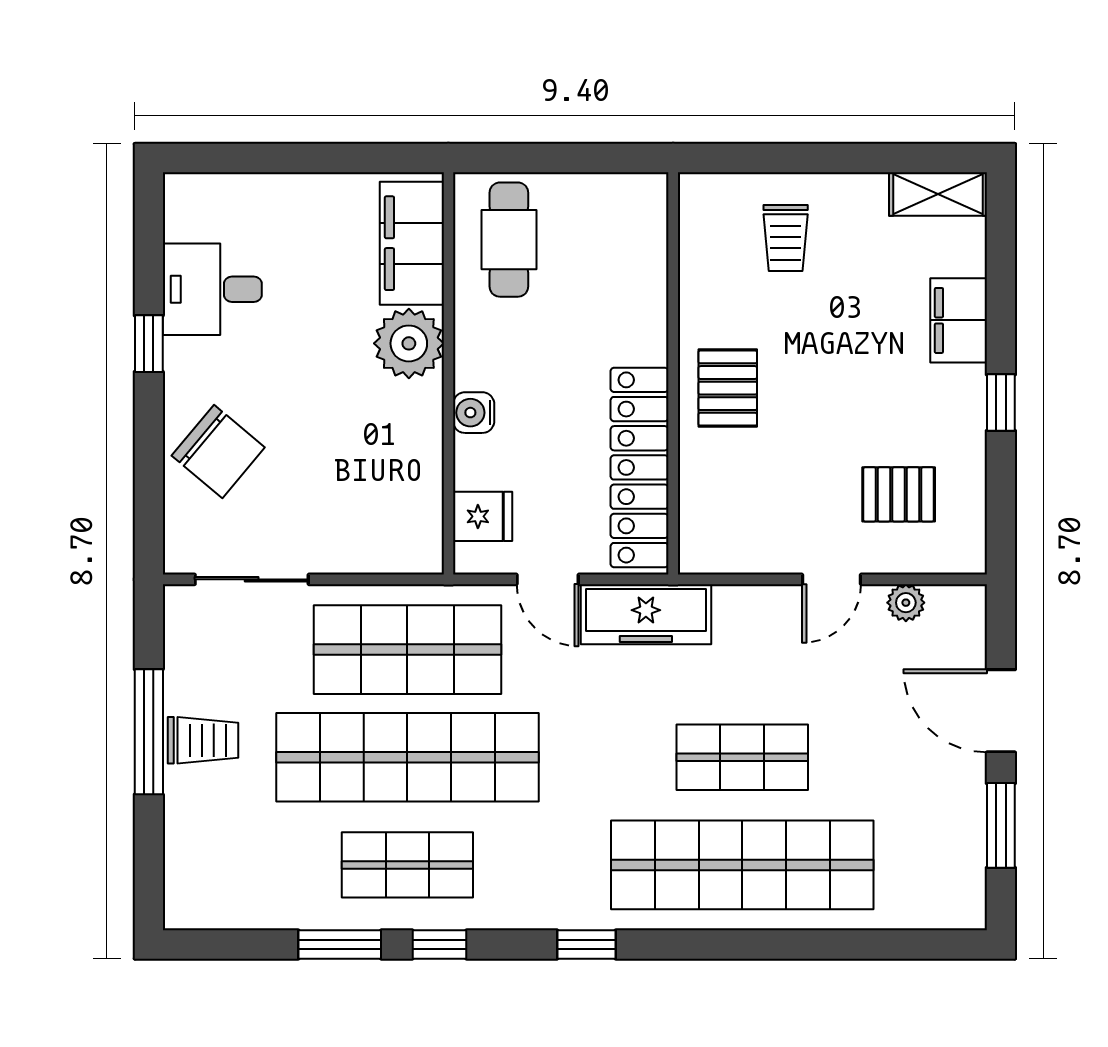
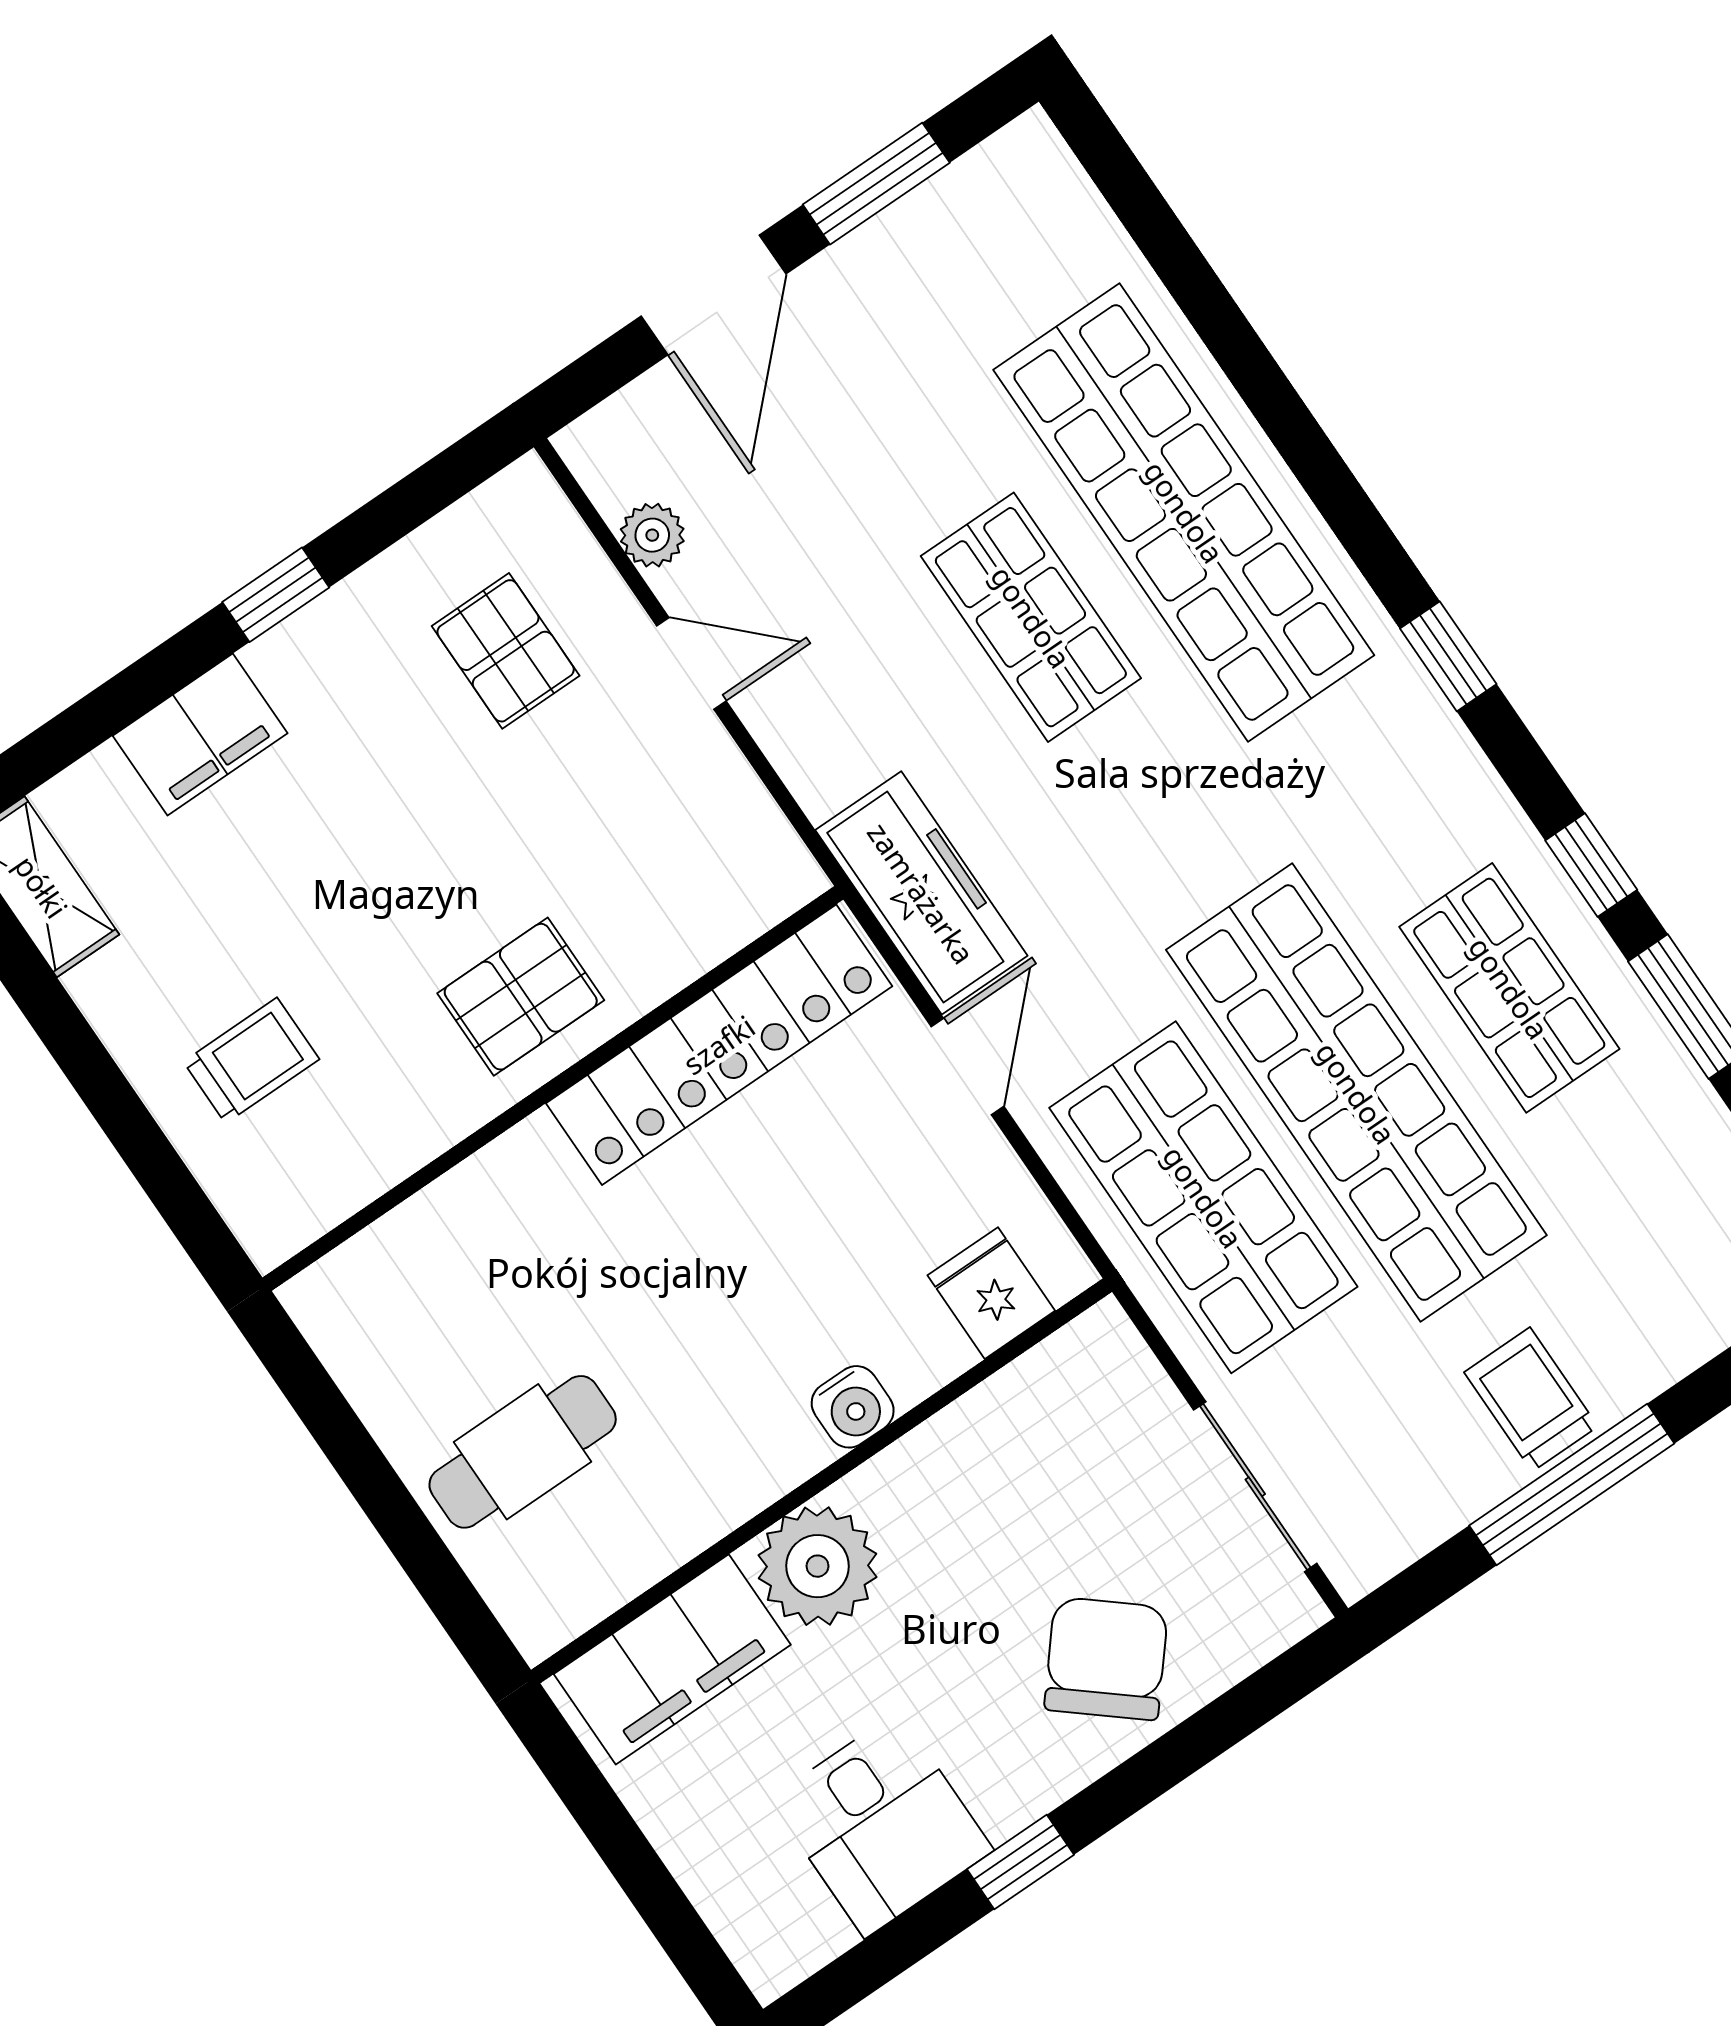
filing cabinet: (412, 243) -> (672, 1659), moved
plant: (409, 343) -> (818, 1566), moved
wall: (448, 373) -> (821, 1481), moved
water cooler: (474, 413) -> (853, 1407), moved
fridge: (483, 516) -> (991, 1293), moved

